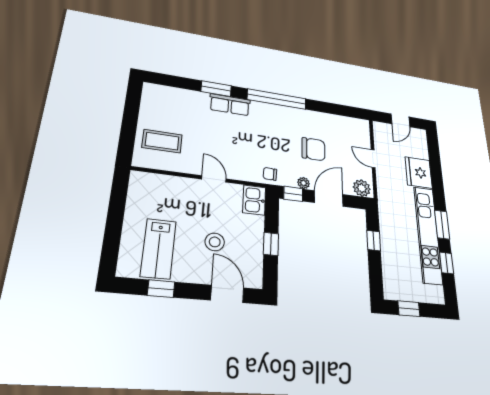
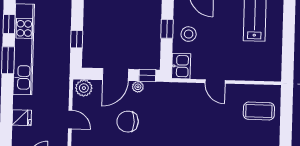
fridge: (419, 173) -> (22, 118), width x0.53, depth x0.75
chair: (270, 174) -> (168, 92), removed
stool: (215, 242) -> (189, 34), moved

